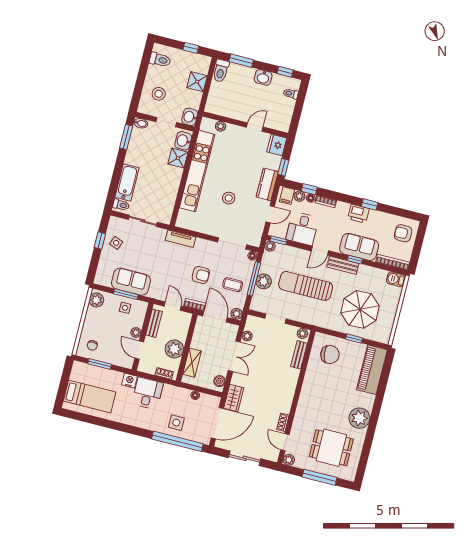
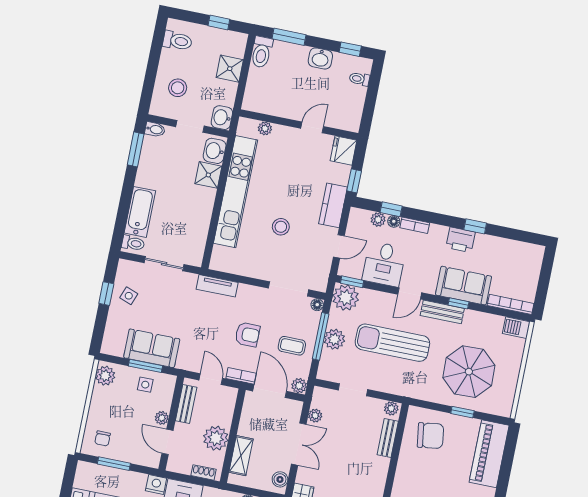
filing cabinet: (287, 196) -> (361, 220), removed
armchair: (403, 233) -> (523, 264), removed
plant: (270, 246) -> (346, 298), width x1.88, depth x1.88

